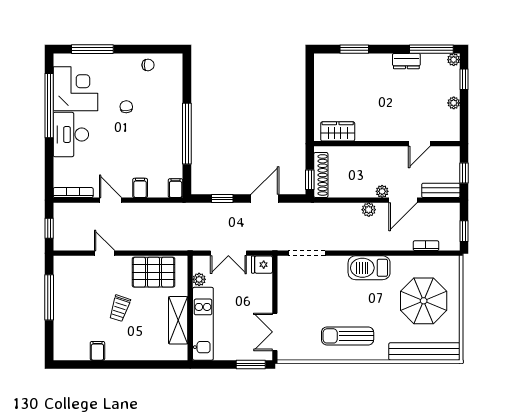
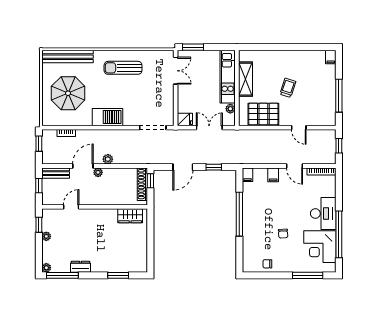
window: (464, 79) -> (39, 225), moved
sun lounger: (348, 336) -> (123, 68), turned 180
filing cabinet: (97, 351) -> (331, 57), moved

